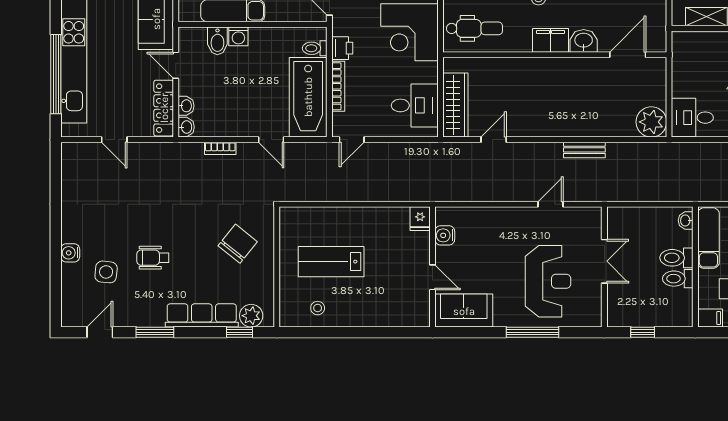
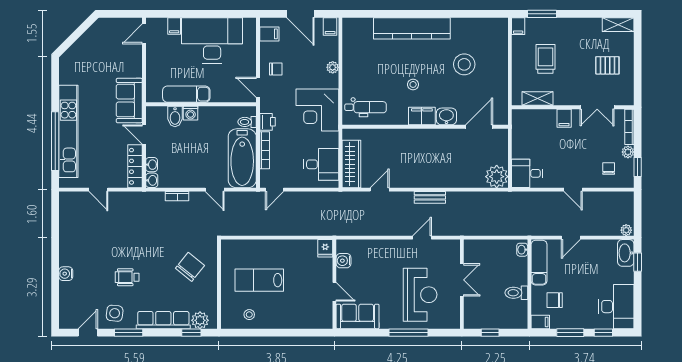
bench: (584, 150) -> (430, 197), moved
toilet: (676, 258) -> (515, 277), removed
side table: (106, 272) -> (115, 313), moved

